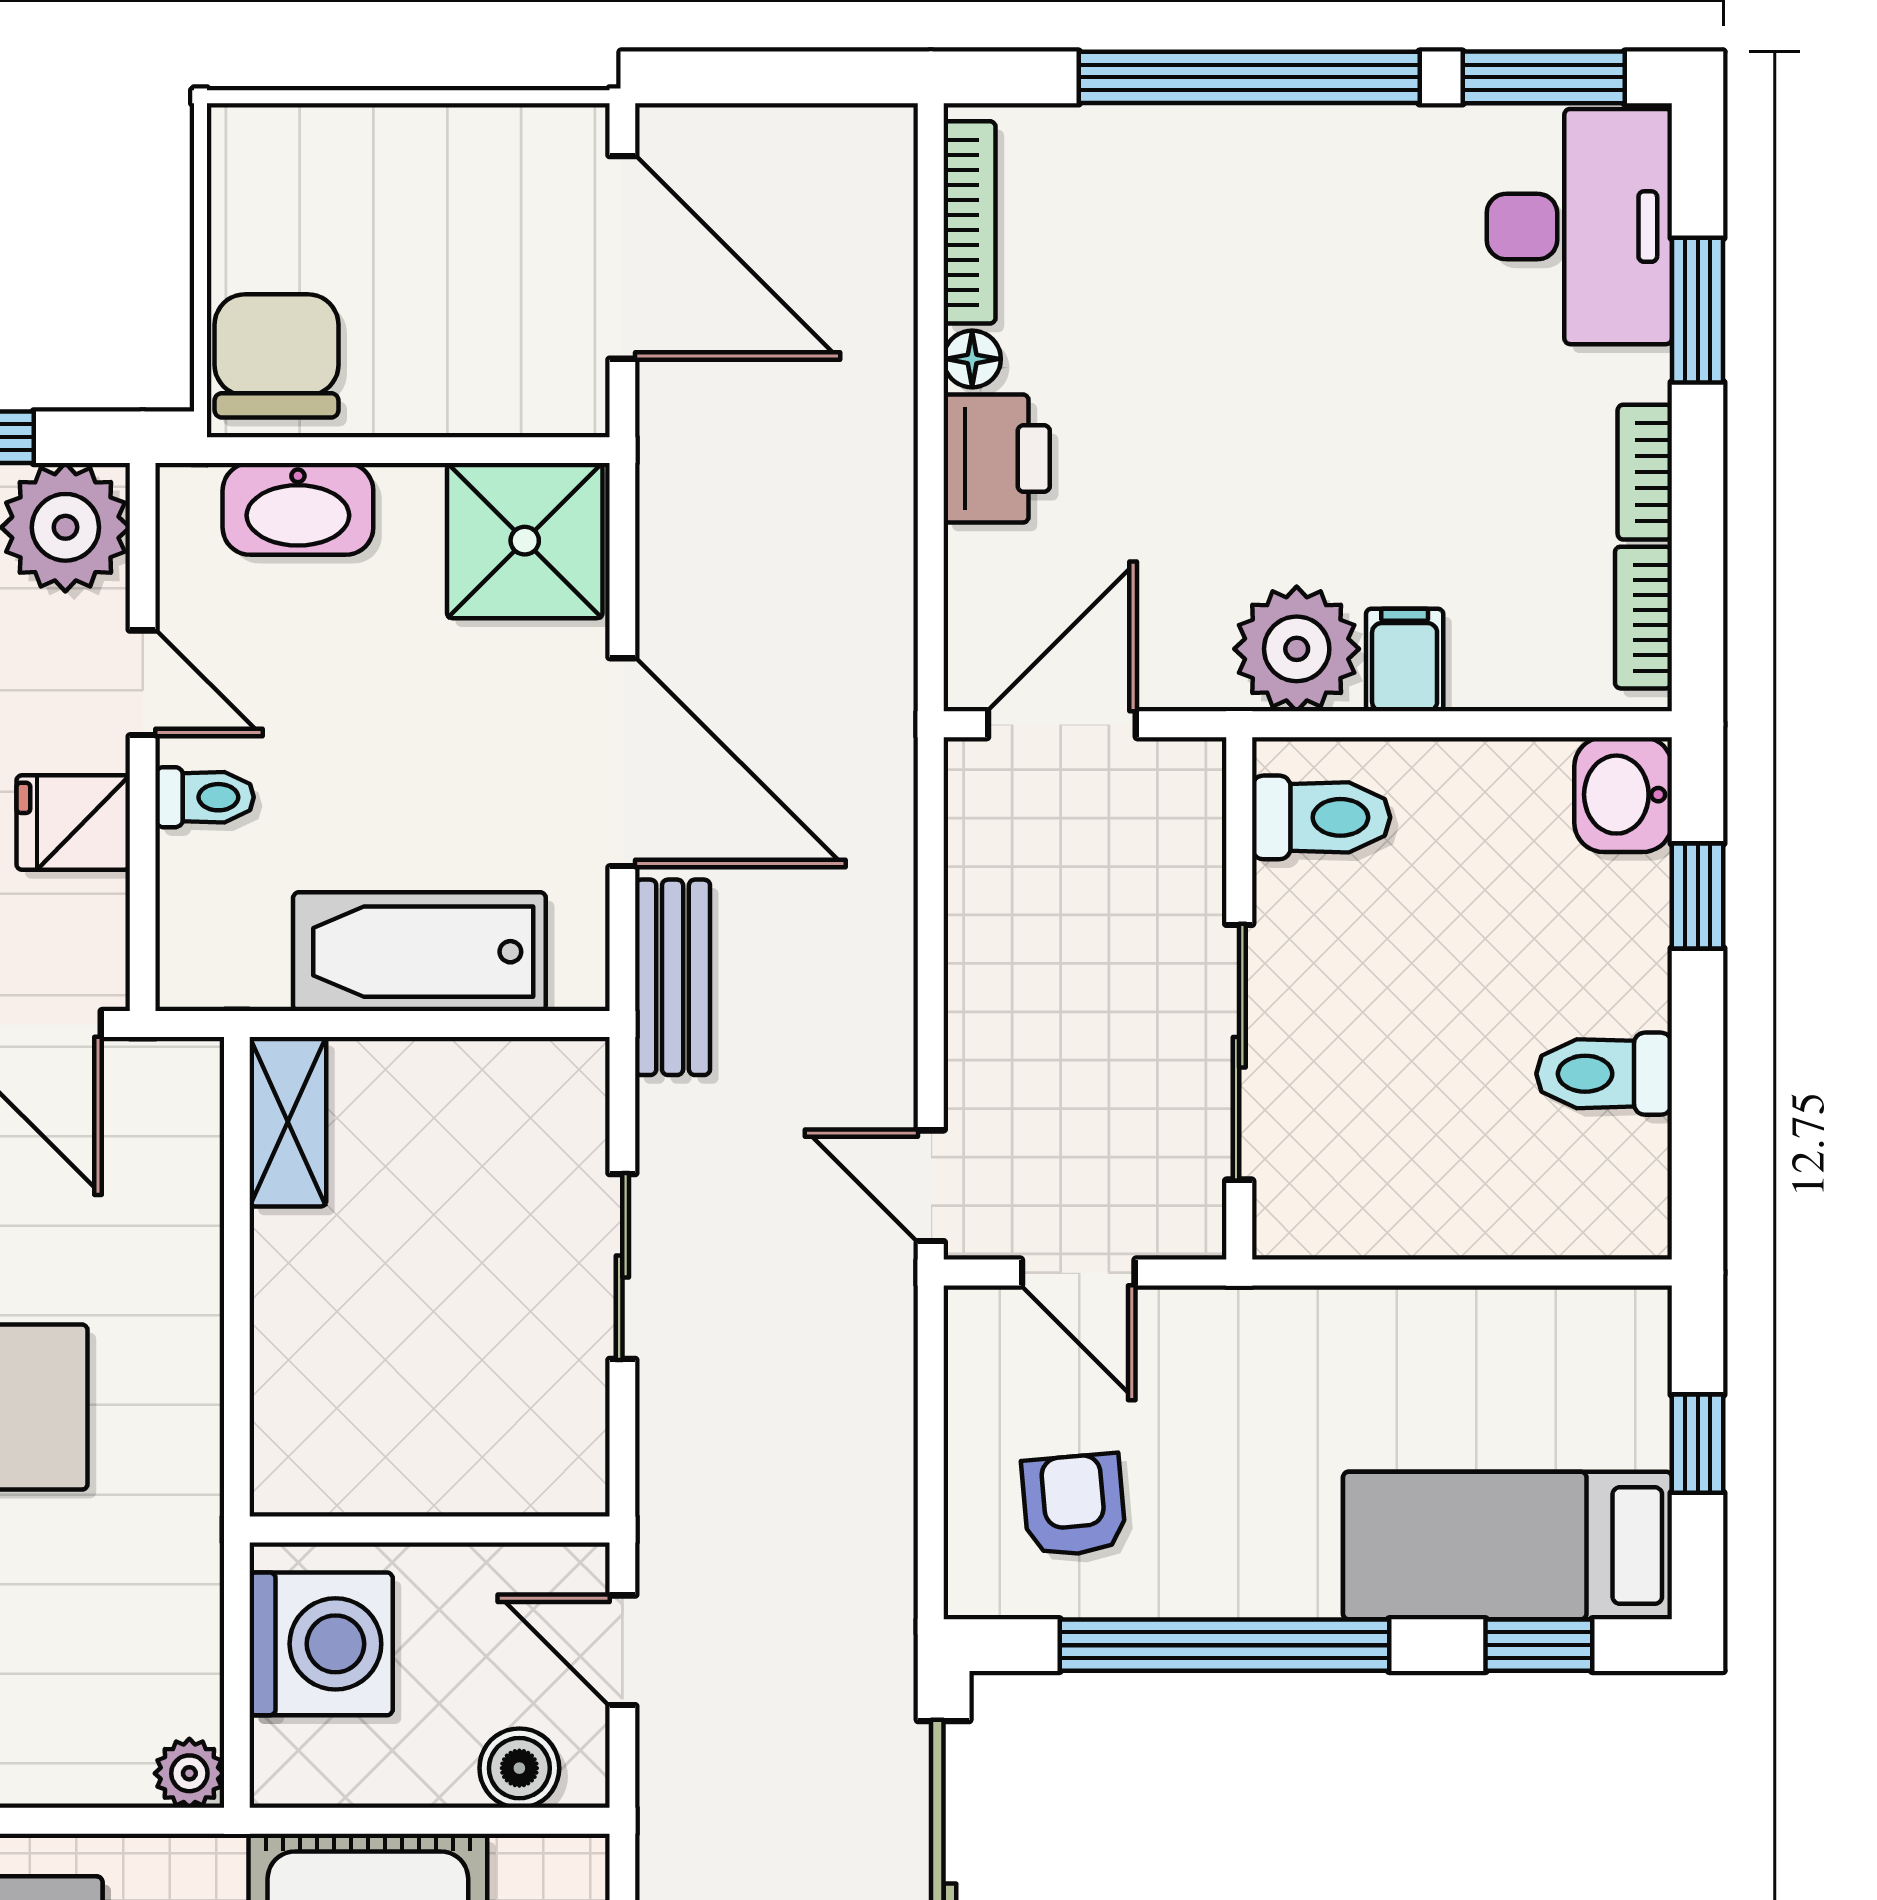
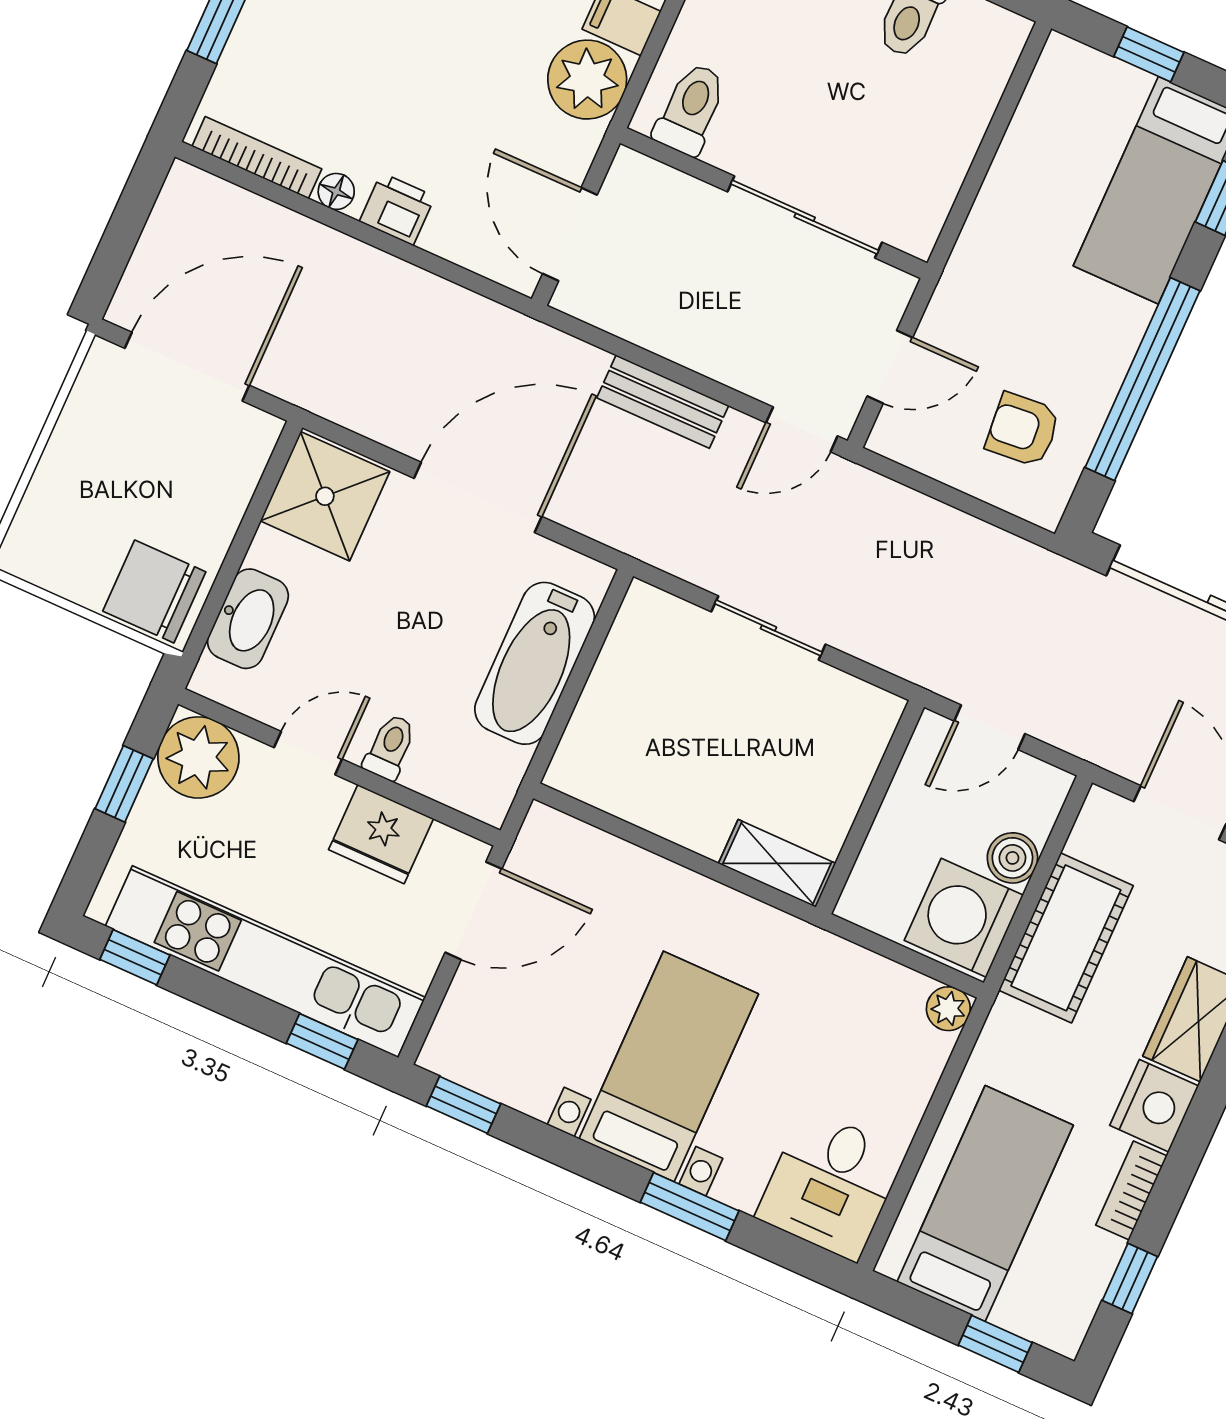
printer: (997, 459) -> (397, 209), width x0.73, depth x0.81
fridge: (73, 823) -> (381, 834), width x1.38
bench: (673, 977) -> (663, 402), moved
shelving: (288, 1122) -> (777, 863), moved
washing machine: (321, 1644) -> (964, 918), moved, turned -90
boiler: (519, 1768) -> (1012, 858), moved

